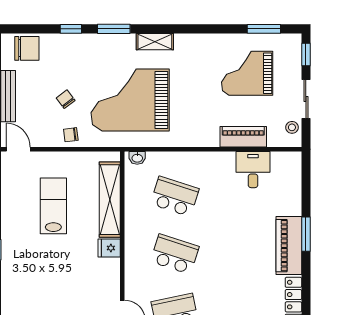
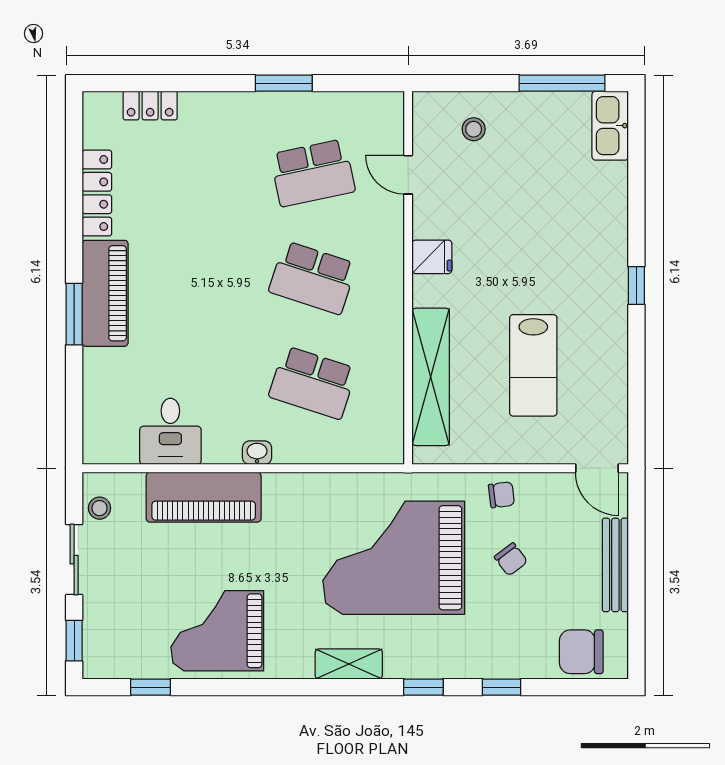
window: (114, 29) -> (423, 687), width x0.67
window: (264, 29) -> (151, 687), width x0.67
grand piano: (247, 73) -> (217, 631), moved, turned 180
grand piano: (130, 100) -> (394, 558), turned 180
piano: (243, 137) -> (204, 497), width x1.37, depth x1.33
washbasin: (137, 158) -> (257, 453), moved
fridge: (109, 248) -> (432, 257), moved

